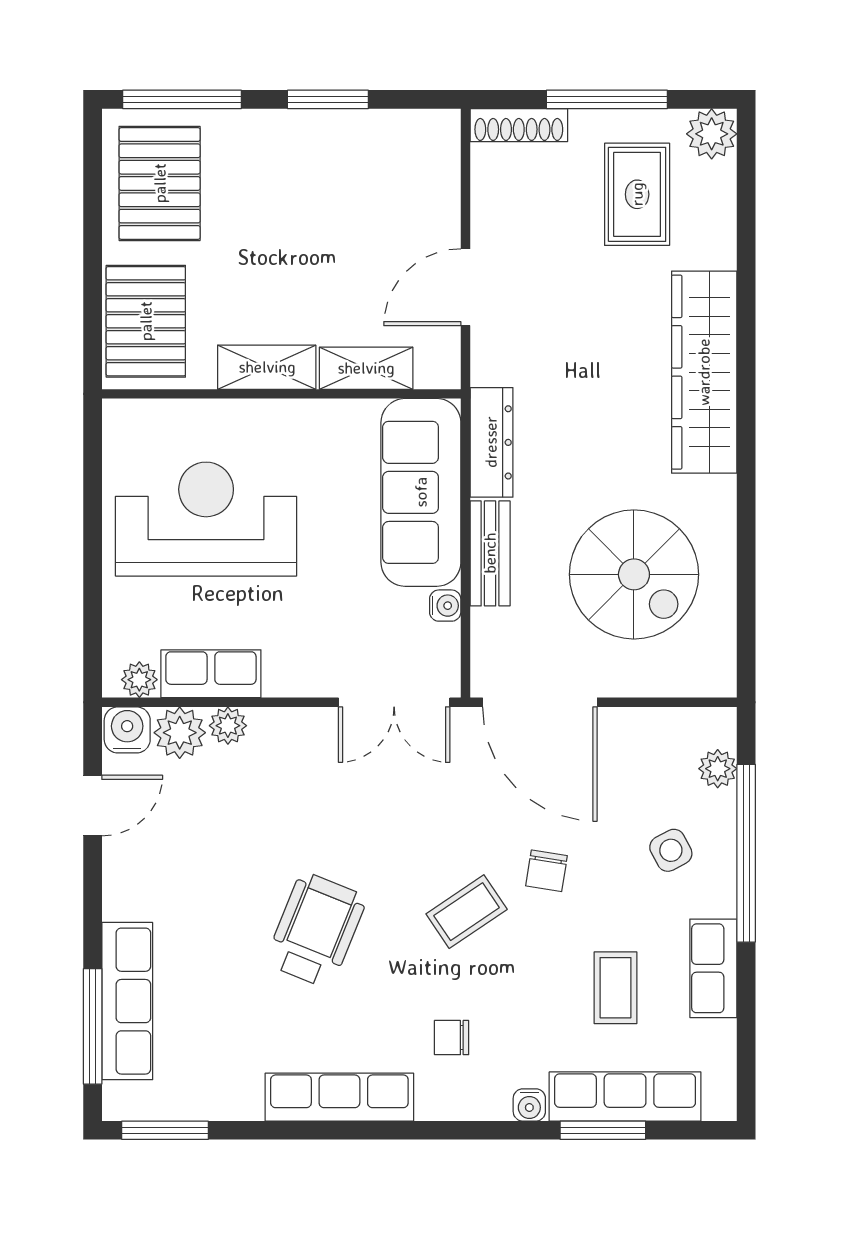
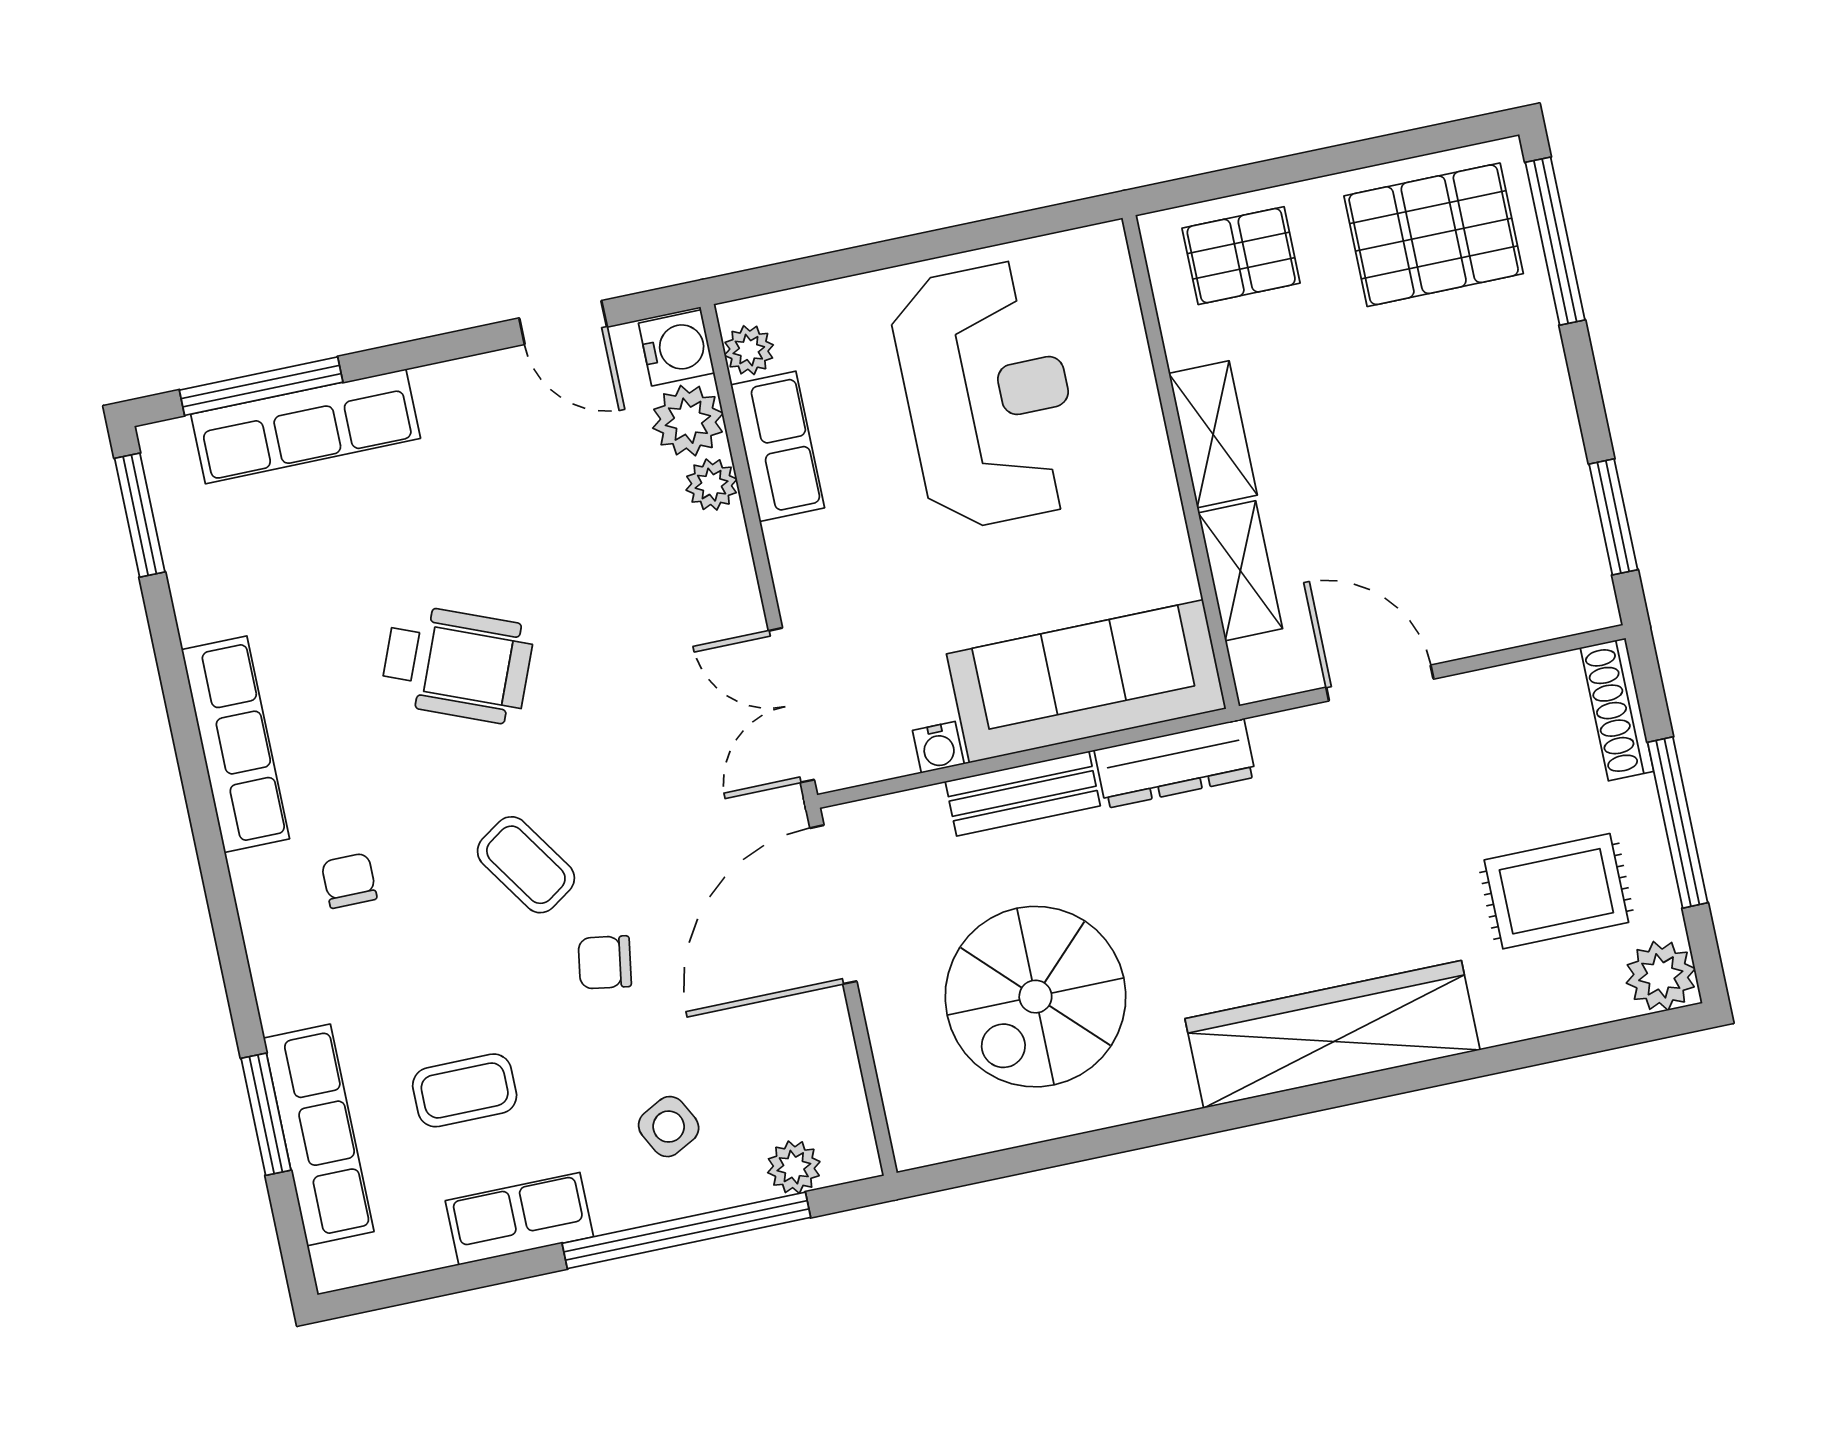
window: (328, 99) -> (1613, 517), moved
pallet: (146, 321) -> (1241, 256), width x0.67, depth x0.71
water cooler: (529, 1105) -> (279, 1006), removed

